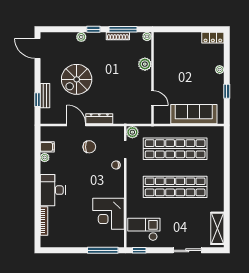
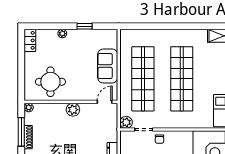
round table: (172, 58) -> (50, 82), added
plant: (145, 64) -> (73, 110), moved
door: (152, 98) -> (105, 102), moved
sofa: (194, 114) -> (108, 66), width x0.73

